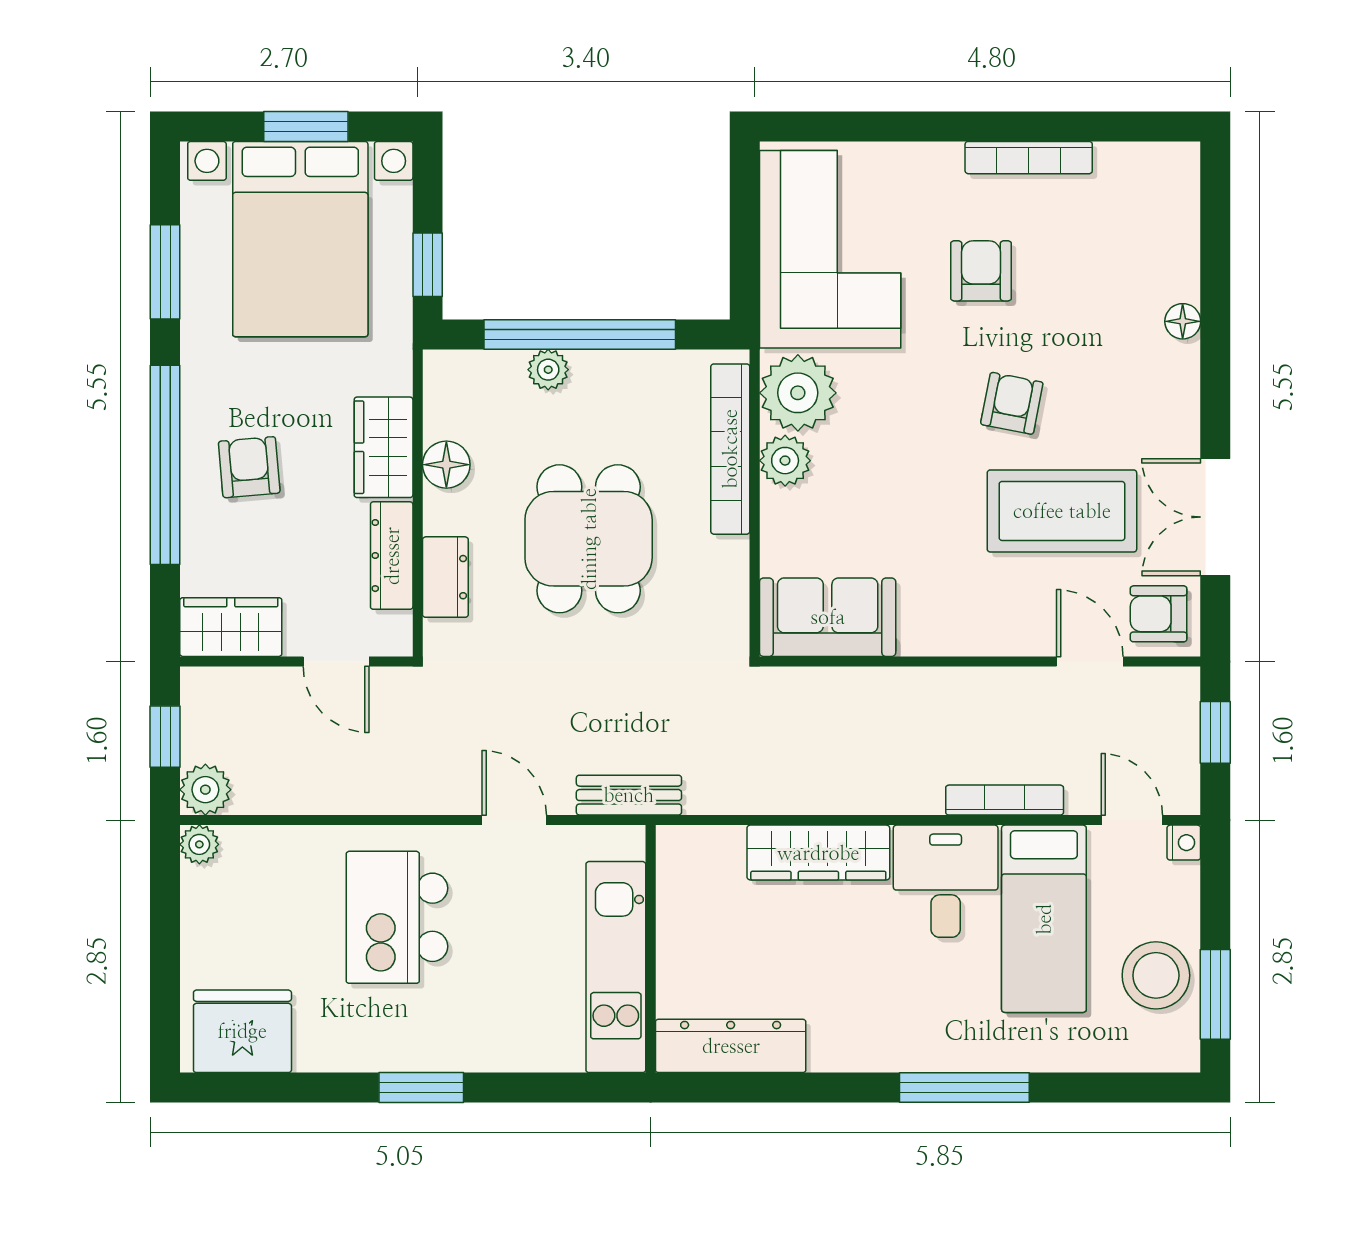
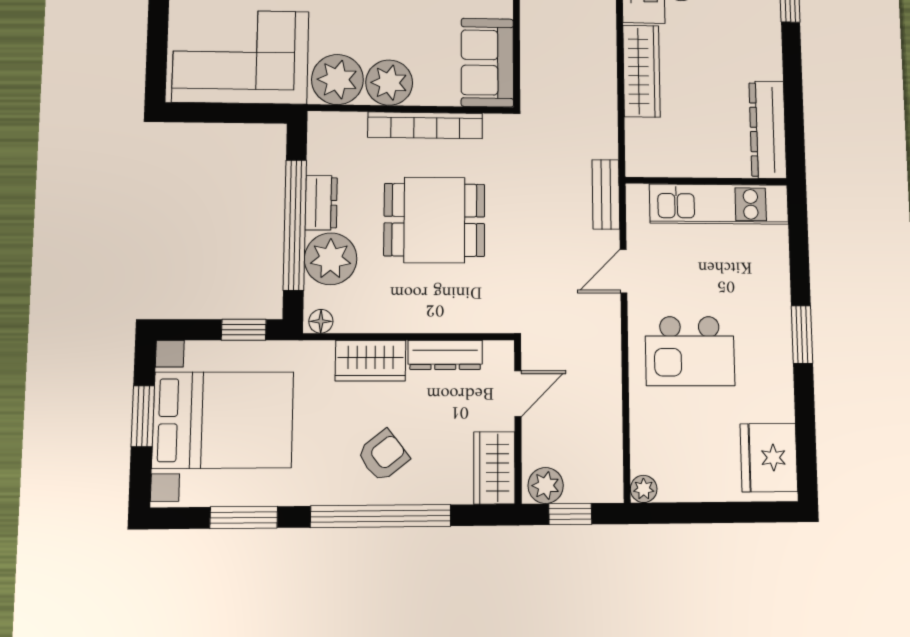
plant: (548, 370) -> (331, 259), width x1.88, depth x1.88
bookcase: (730, 449) -> (425, 125), moved
plant: (785, 461) -> (389, 83), width x1.36, depth x1.36
floor lamp: (446, 465) -> (321, 321), moved, width x0.73, depth x0.73
armchair: (249, 467) -> (383, 456), turned 147
dresser: (445, 577) -> (321, 203), moved, turned 90
plant: (205, 790) -> (546, 486), moved

